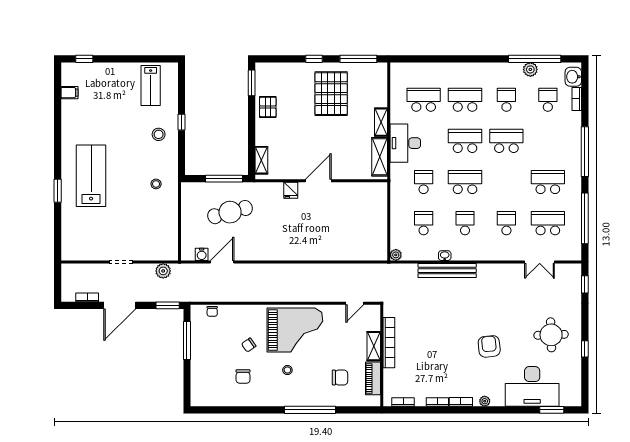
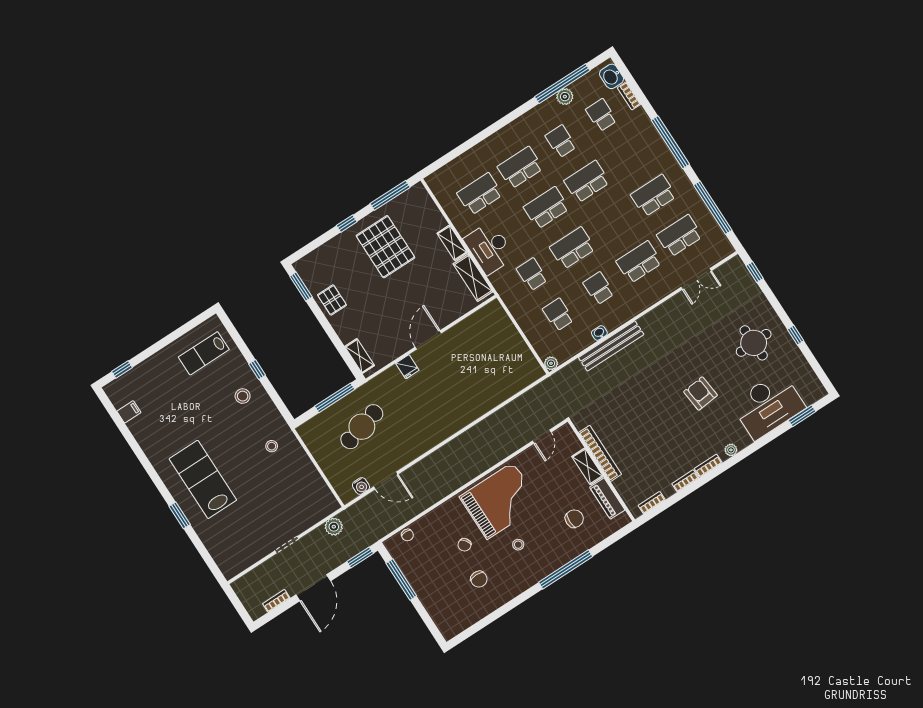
lab bench: (151, 85) -> (204, 353), turned 90
school desk: (506, 223) -> (639, 262), width x1.85
door: (222, 262) -> (386, 481), swing flipped

